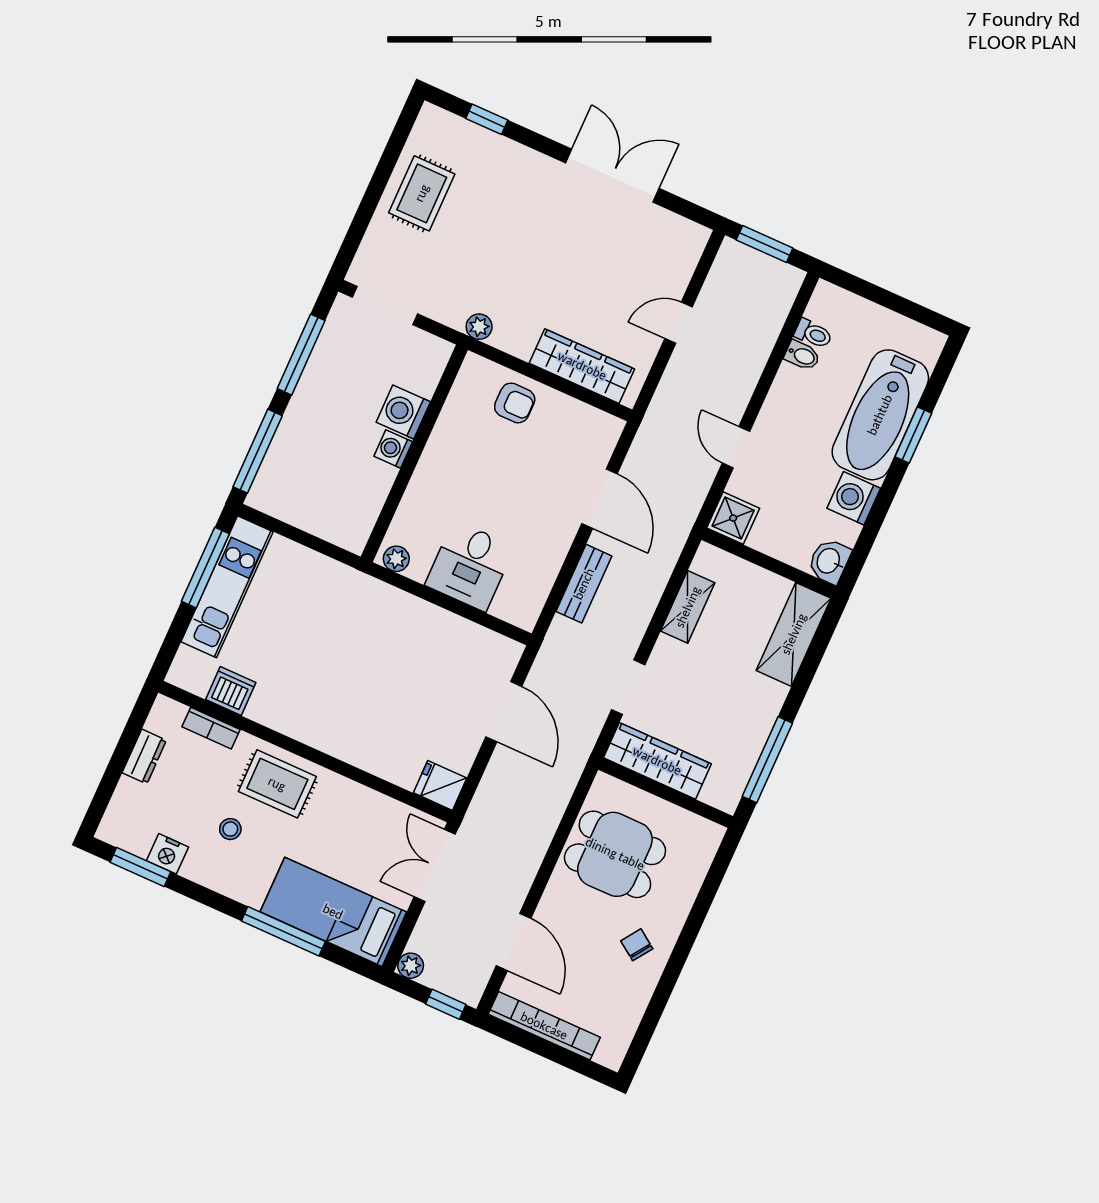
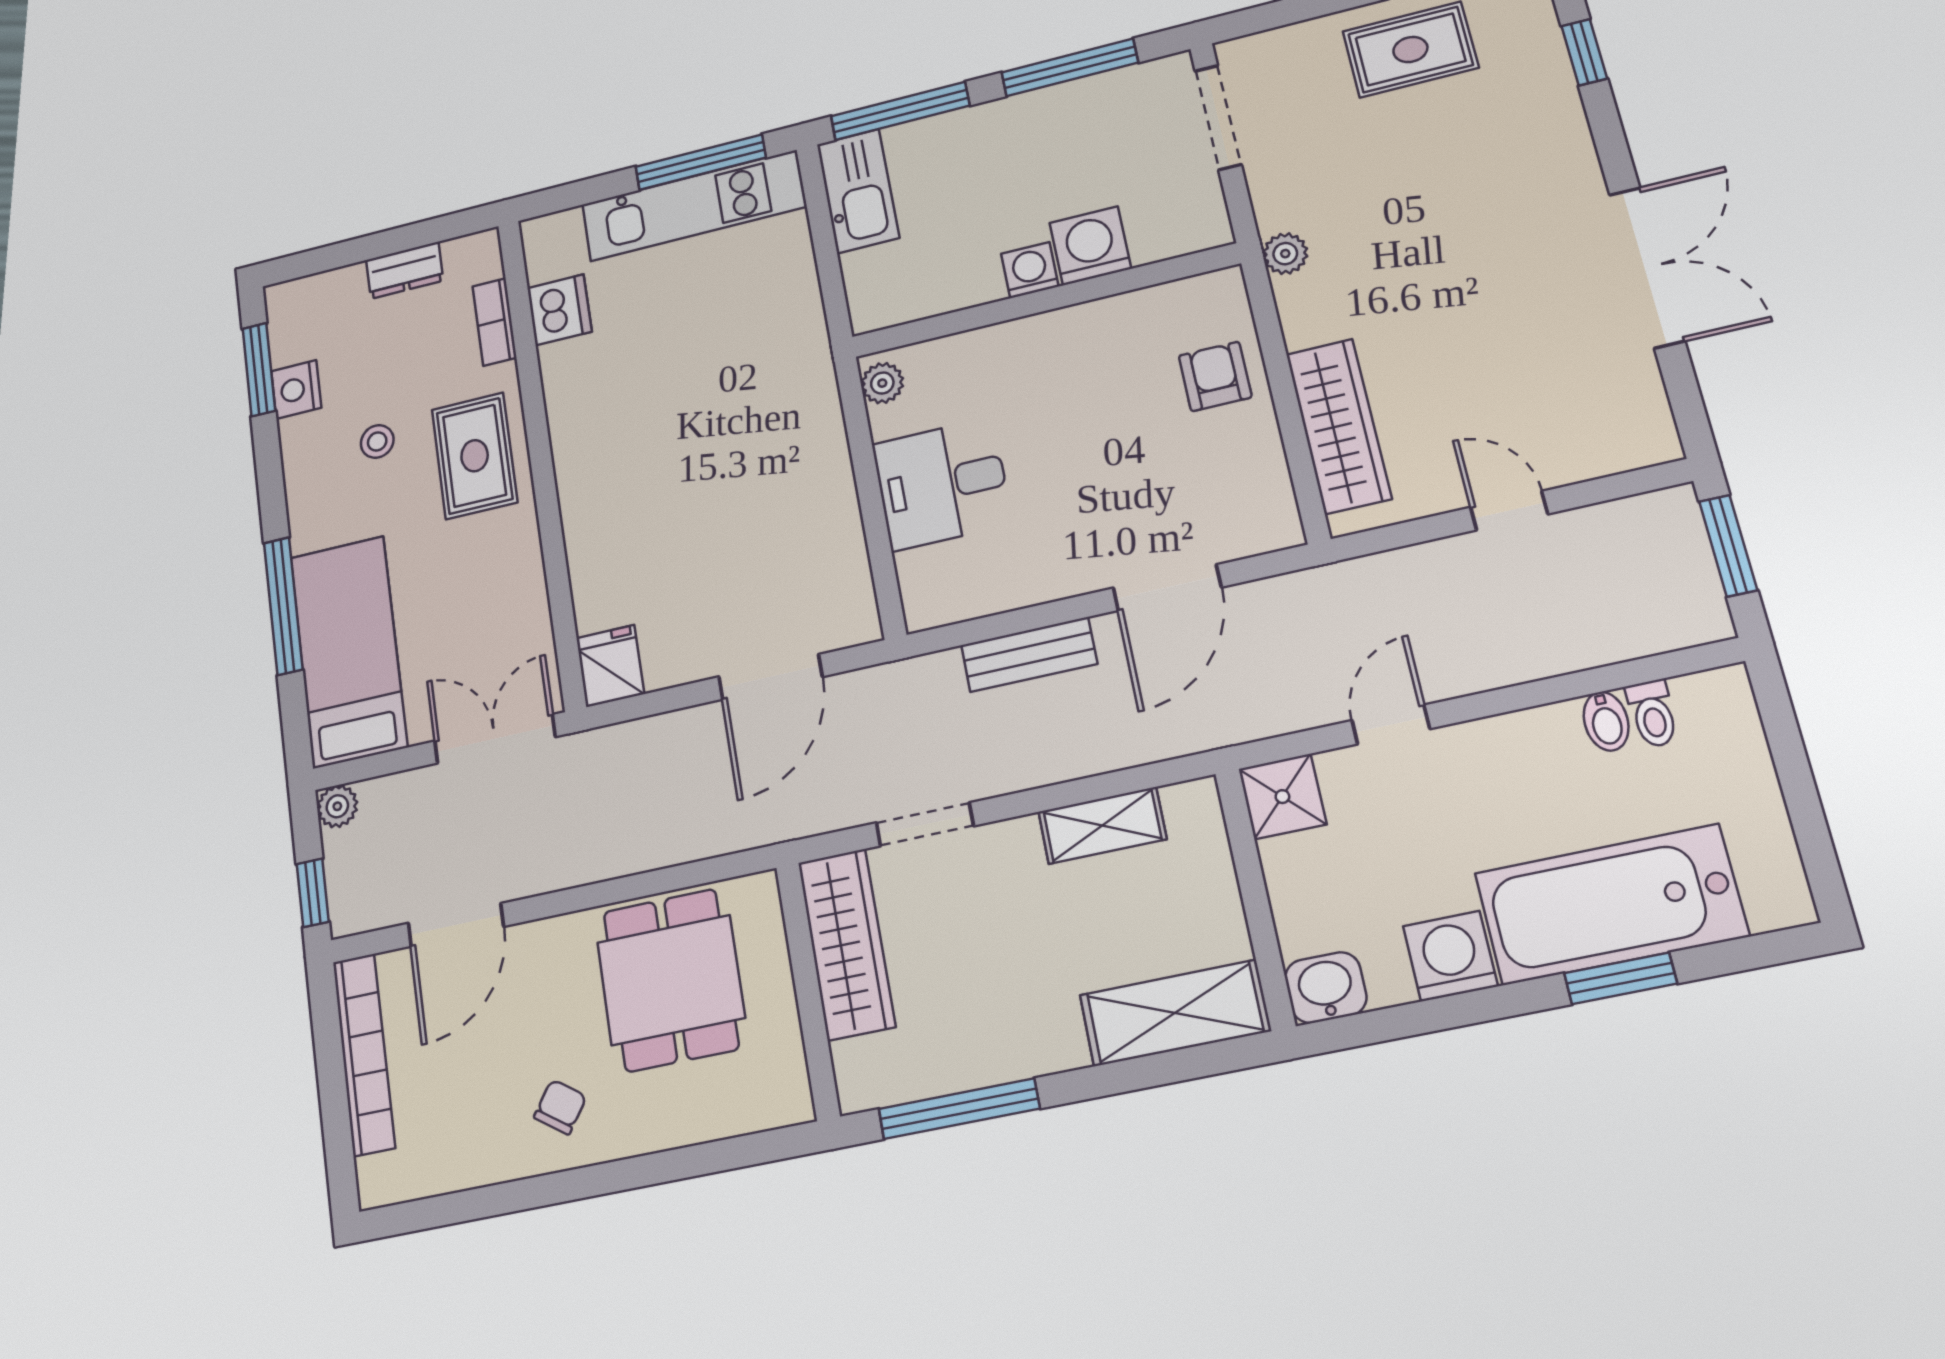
armchair: (515, 403) -> (1215, 376), turned 180
kitchen sink: (285, 501) -> (858, 191), added

